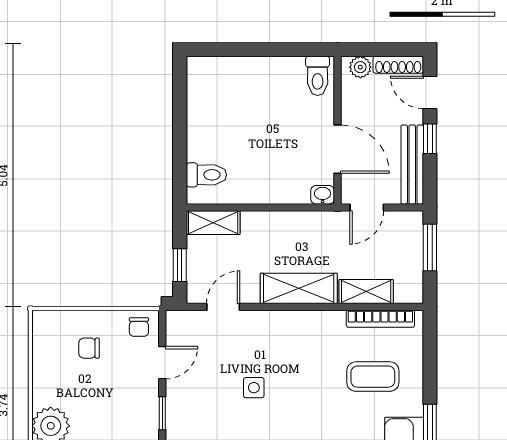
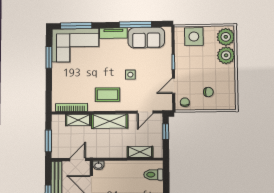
shelving: (213, 223) -> (140, 152), moved
coffee table: (373, 377) -> (107, 95), moved

